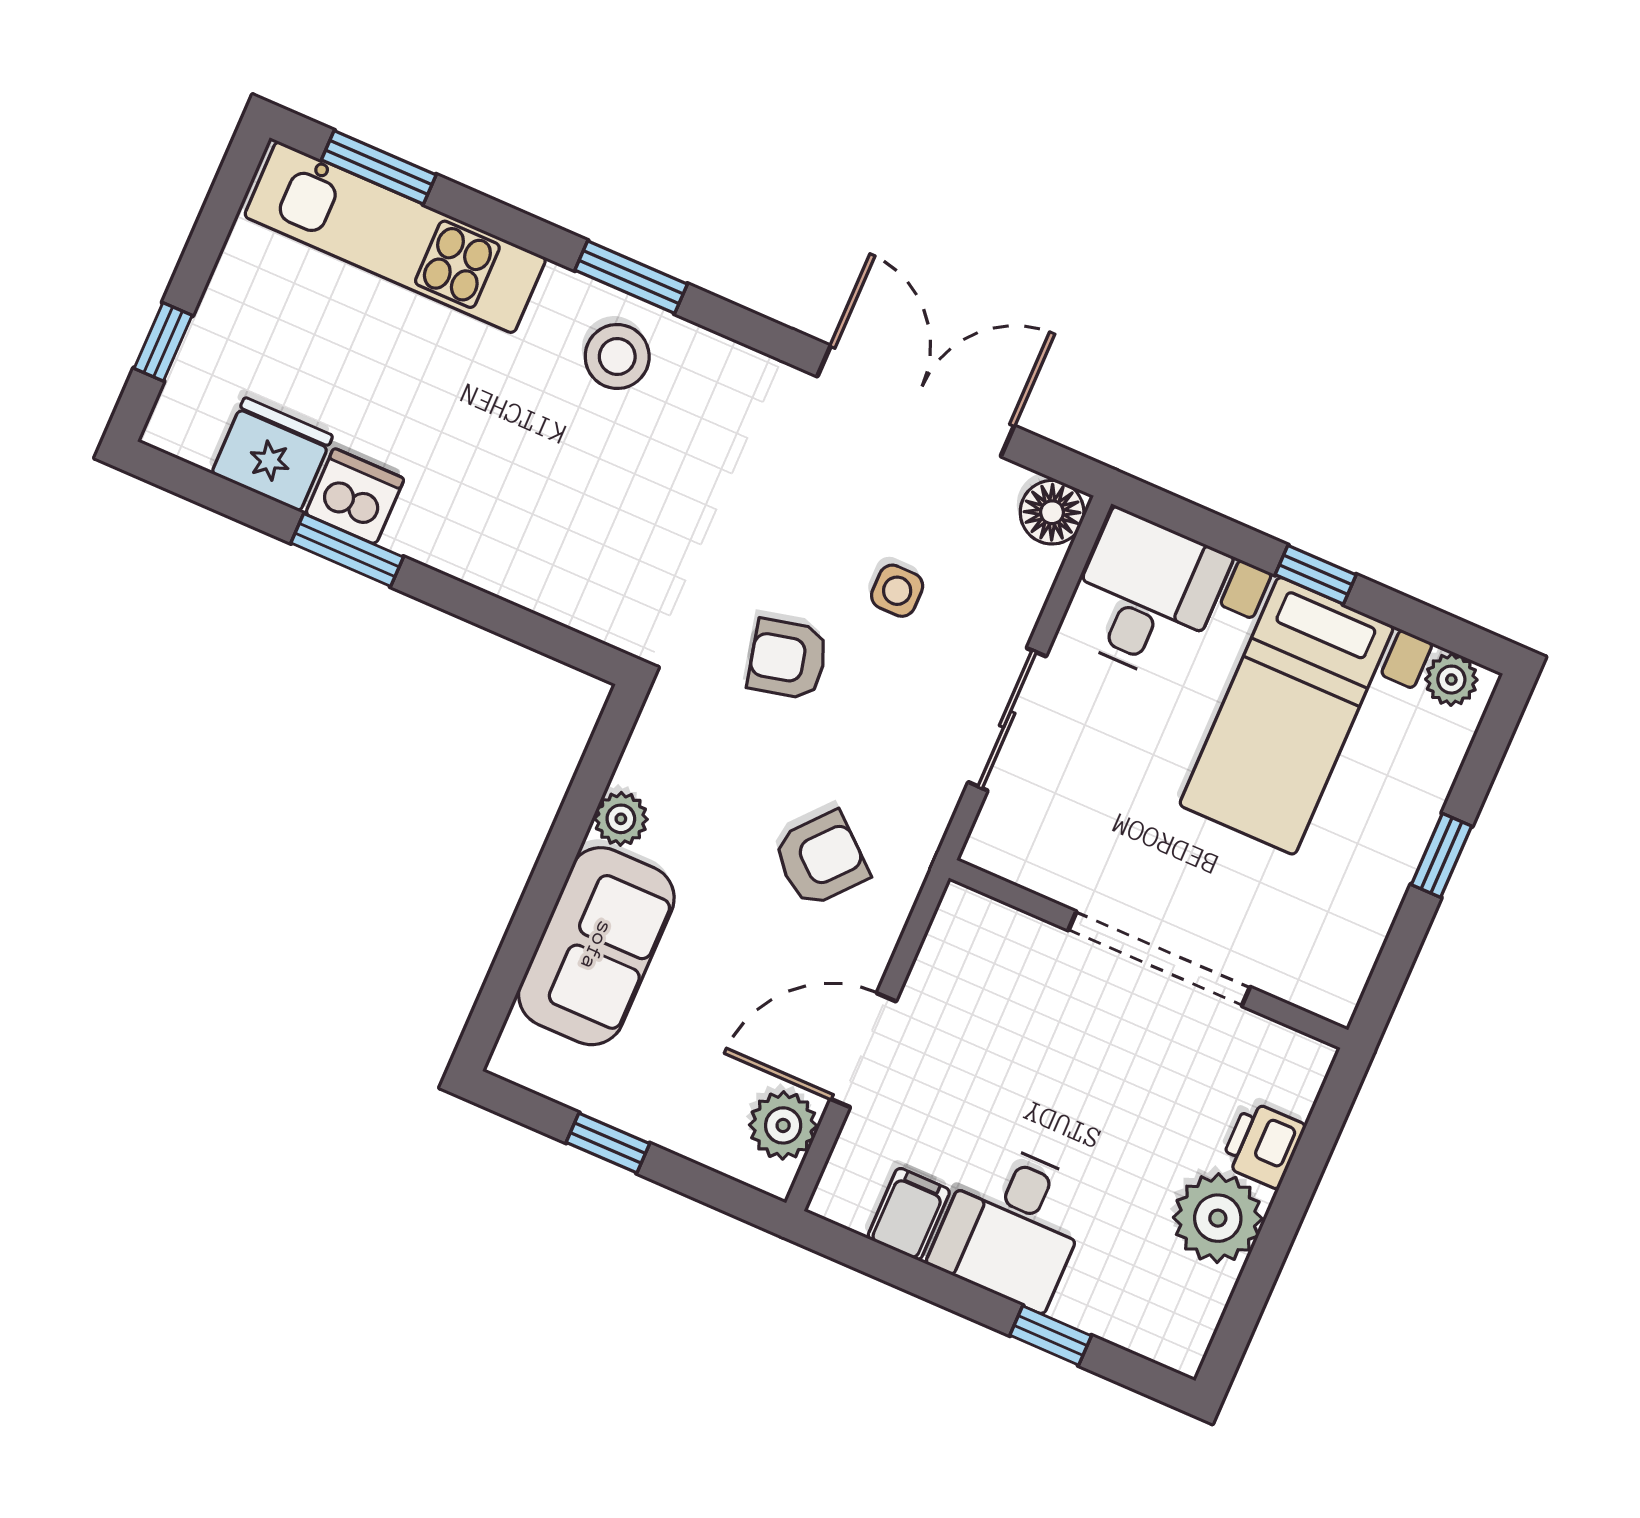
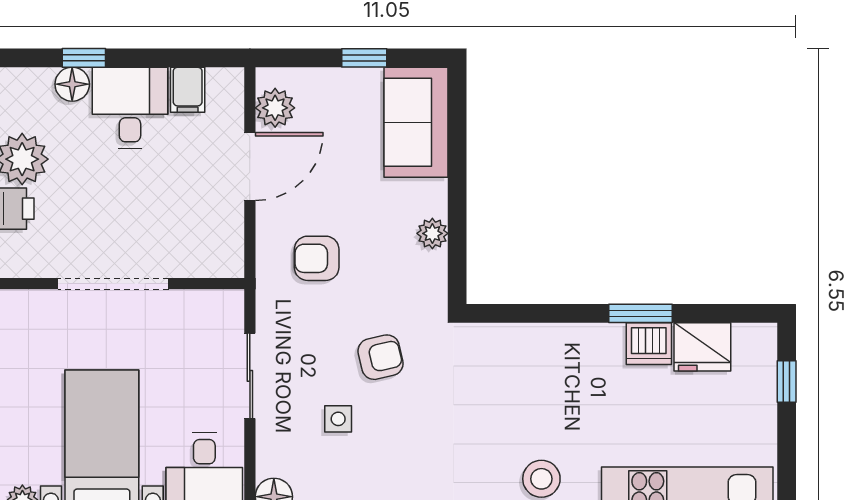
armchair: (821, 859) -> (317, 258), turned 49
sofa: (596, 946) -> (416, 122), moved
floor lamp: (1087, 1302) -> (72, 84), added

